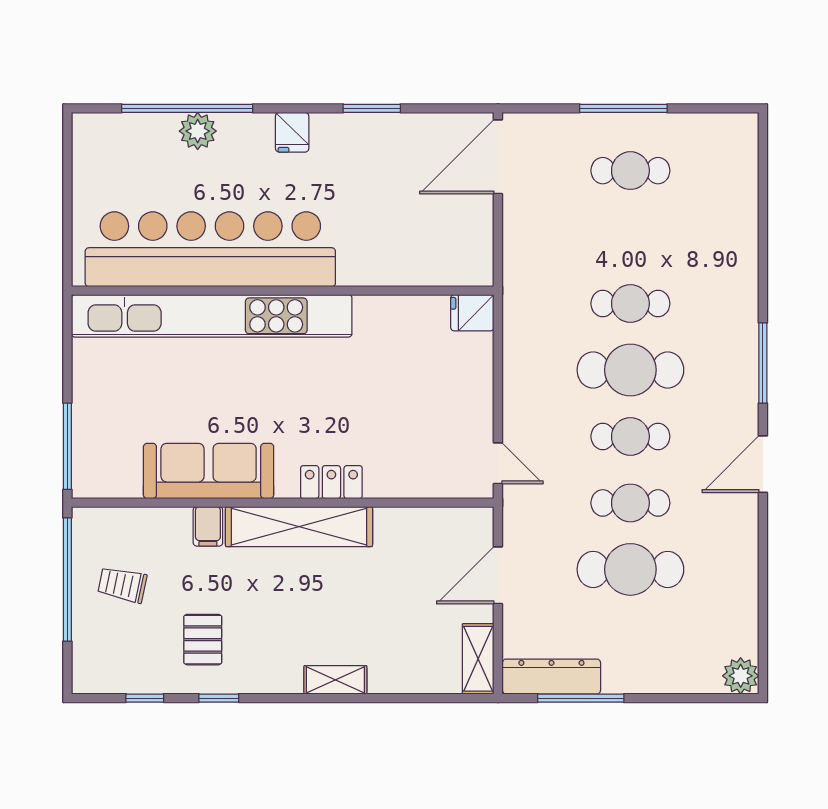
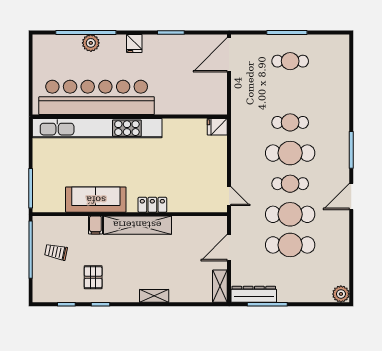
cafe table: (630, 503) -> (290, 214), width x1.37, depth x1.35

